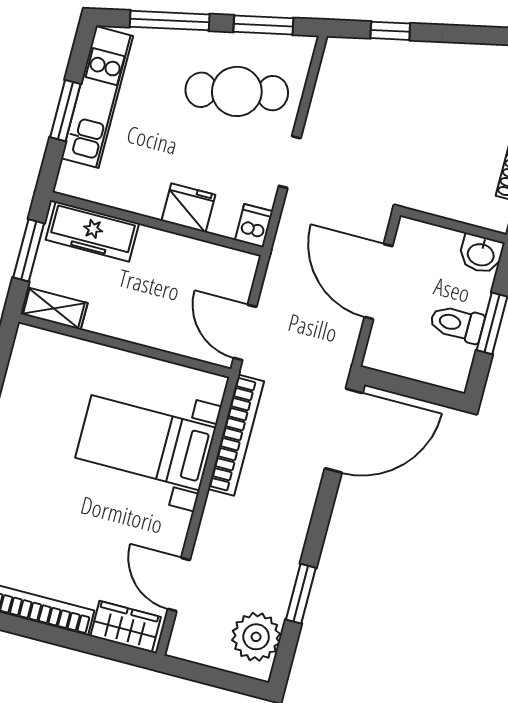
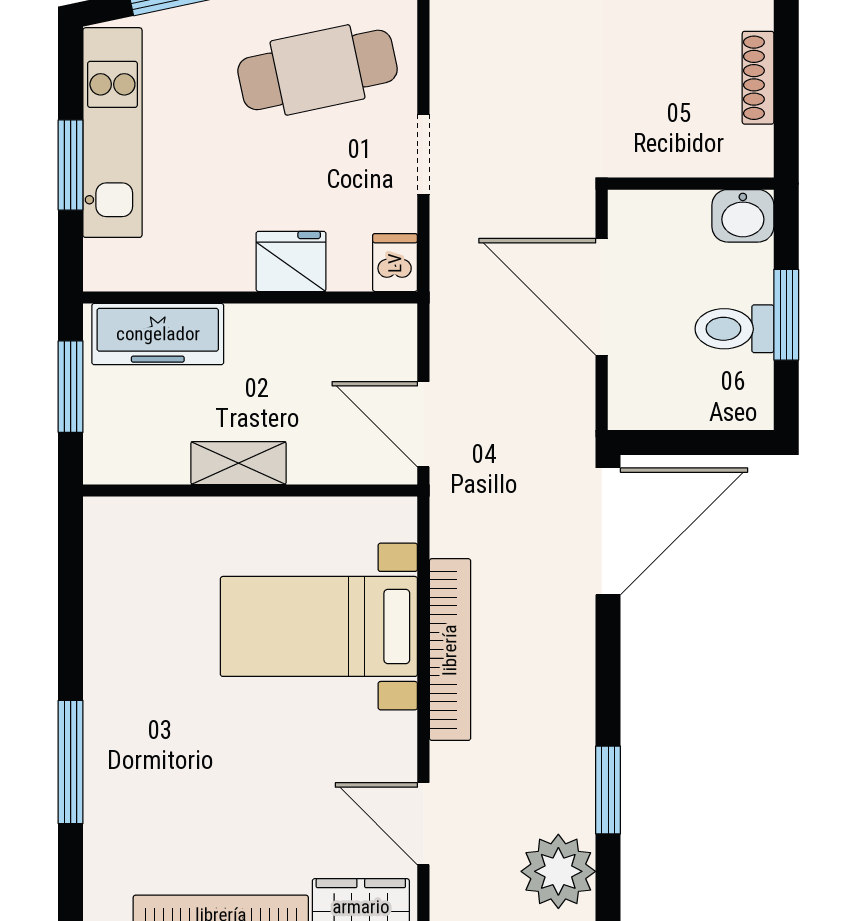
shelving: (54, 308) -> (239, 463), moved
bookcase: (236, 435) -> (450, 650), moved

